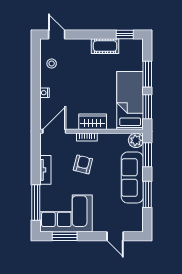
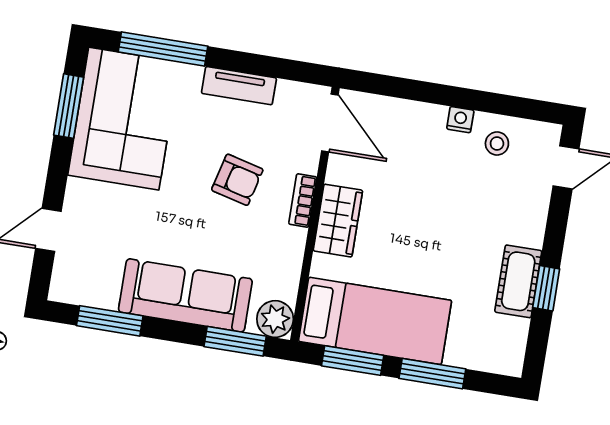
window: (125, 35) -> (546, 288), moved
nightstand: (44, 93) -> (460, 120), moved
window: (147, 194) -> (110, 321), moved

